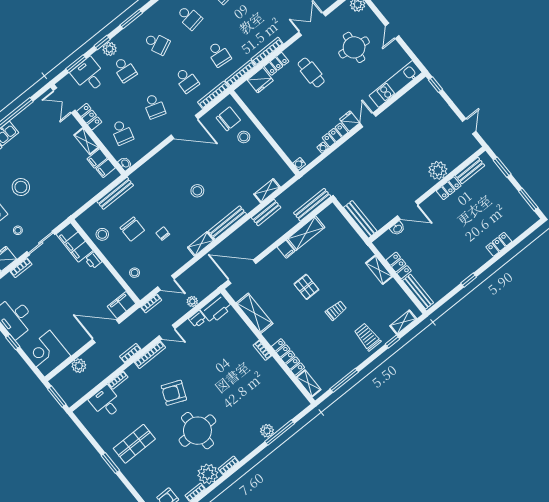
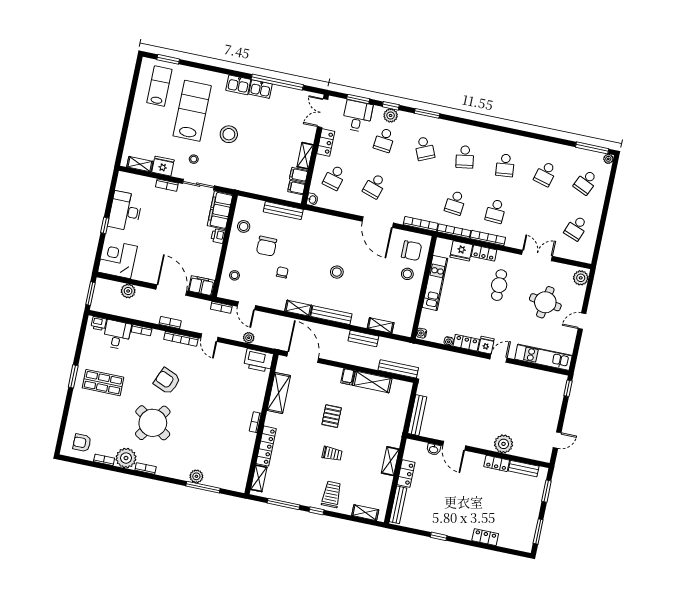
school desk: (187, 80) -> (496, 211), moved
kitchen unit: (269, 121) -> (435, 283), added
printer: (197, 319) -> (99, 324), moved
window: (393, 341) -> (317, 511), moved
round table: (197, 431) -> (153, 423), turned 34

